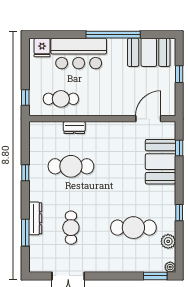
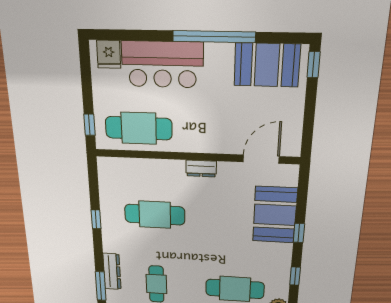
window: (179, 74) -> (314, 65), moved
cafe table: (61, 99) -> (139, 128), width x1.37, depth x1.35
dresser: (74, 128) -> (201, 169), moved
window: (179, 148) -> (299, 233), moved

